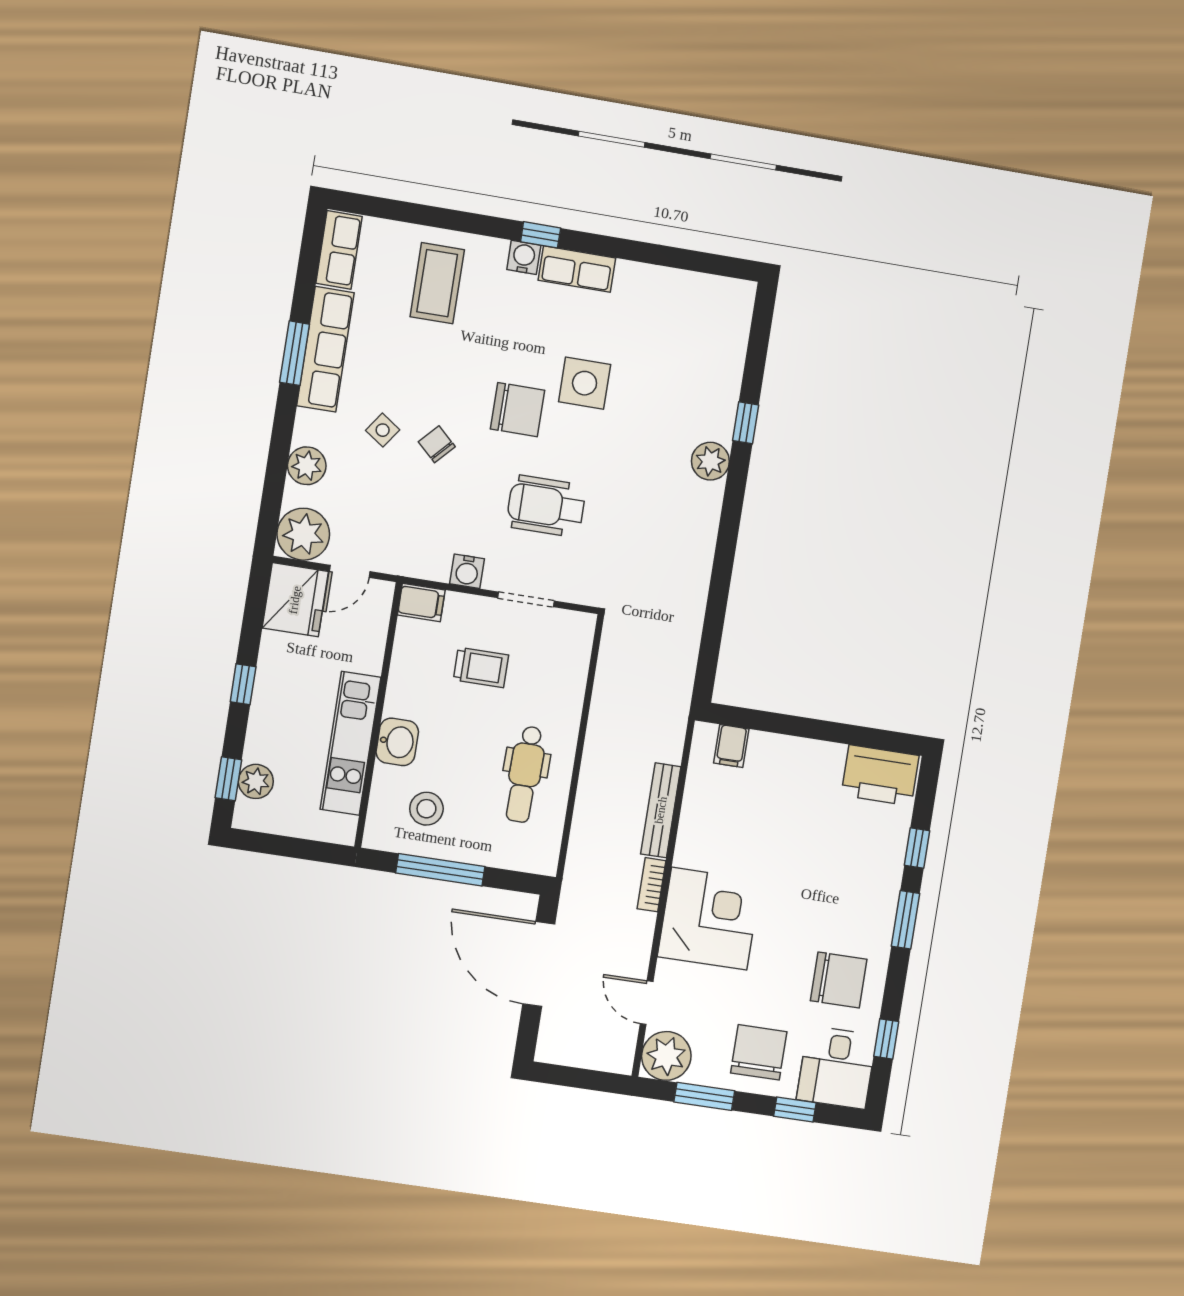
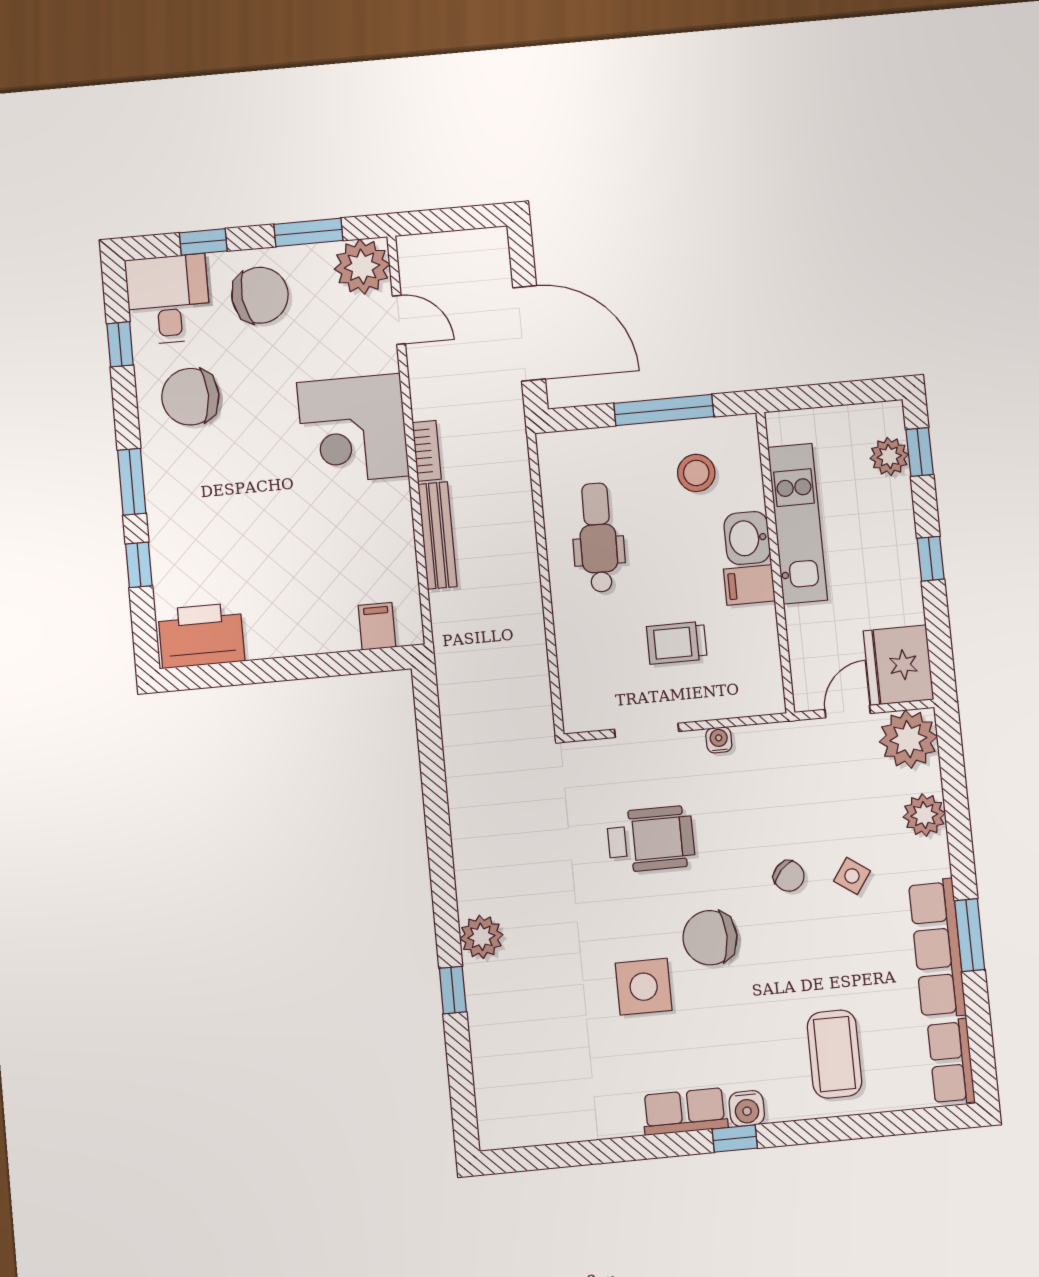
water cooler: (467, 571) -> (719, 740), width x0.72, depth x0.72
filing cabinet: (421, 602) -> (749, 585), moved
chair: (759, 1052) -> (260, 295), turned -97

